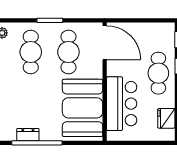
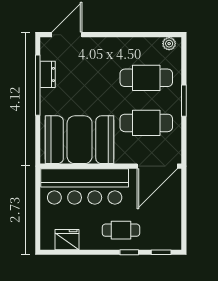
cafe table: (158, 73) -> (121, 230), width x0.73, depth x0.74
bar counter: (122, 104) -> (85, 186), width x1.36

